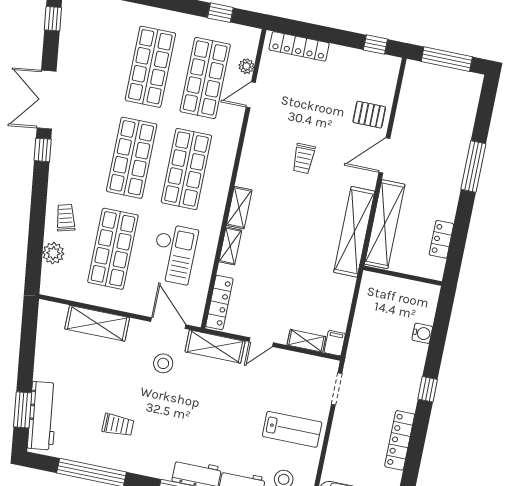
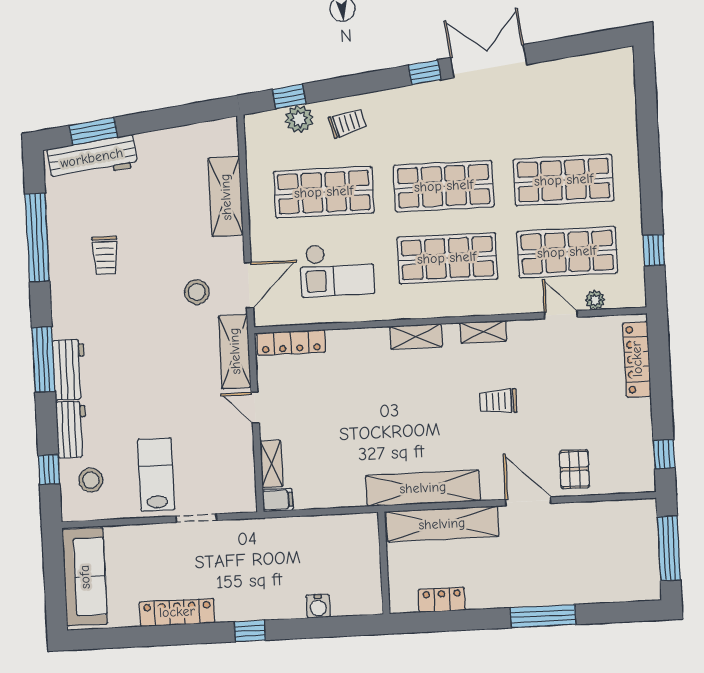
window: (53, 19) -> (289, 96), moved
shelving: (230, 246) -> (483, 332), moved
doorway: (337, 389) -> (196, 518), moved
lab bench: (292, 429) -> (156, 474), turned 180

